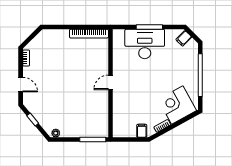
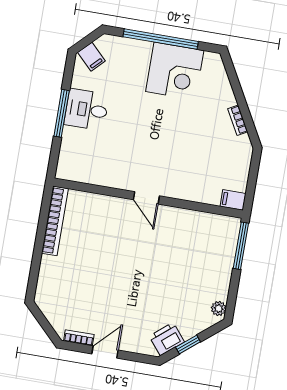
desk: (145, 44) -> (86, 110), width x0.53, depth x0.77
door: (21, 85) -> (105, 352), moved
corner desk: (177, 105) -> (175, 71), moved, turned -61
printer: (34, 107) -> (167, 339), added
filing cabinet: (142, 131) -> (233, 200), moved

